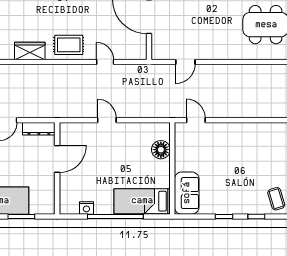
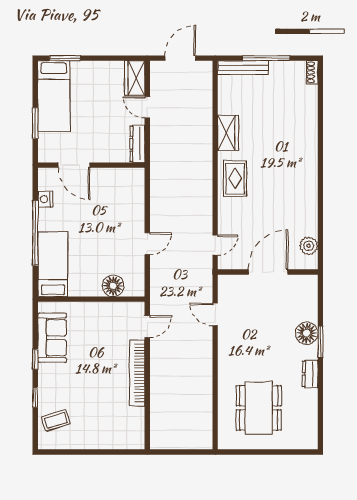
door: (105, 62) -> (215, 245), moved
door: (107, 120) -> (147, 244), moved
bookcase: (236, 129) -> (137, 373), added
door: (57, 159) -> (74, 165), moved
sofa: (187, 193) -> (52, 338), moved, turned -90

